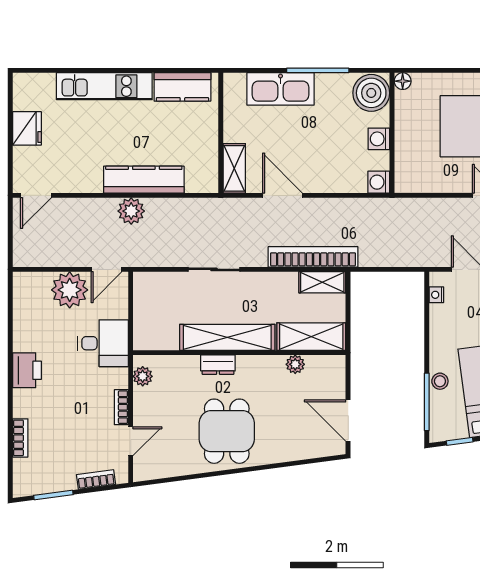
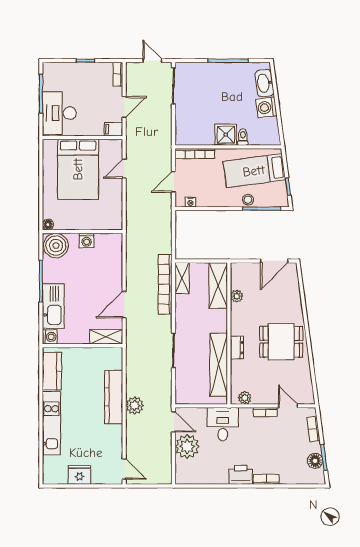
washing machine: (379, 182) -> (50, 337), moved, turned -90
shelving: (227, 337) -> (219, 365), moved
bookcase: (20, 438) -> (266, 479), moved
floor lamp: (48, 482) -> (315, 461), added

